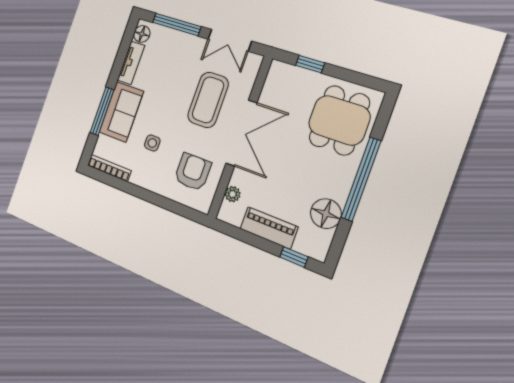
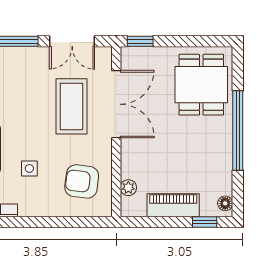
window: (310, 64) -> (140, 41), moved
double door: (241, 133) -> (116, 104), moved
armchair: (193, 172) -> (82, 181), turned -83
floor lamp: (326, 214) -> (225, 203), moved, width x0.53, depth x0.53

